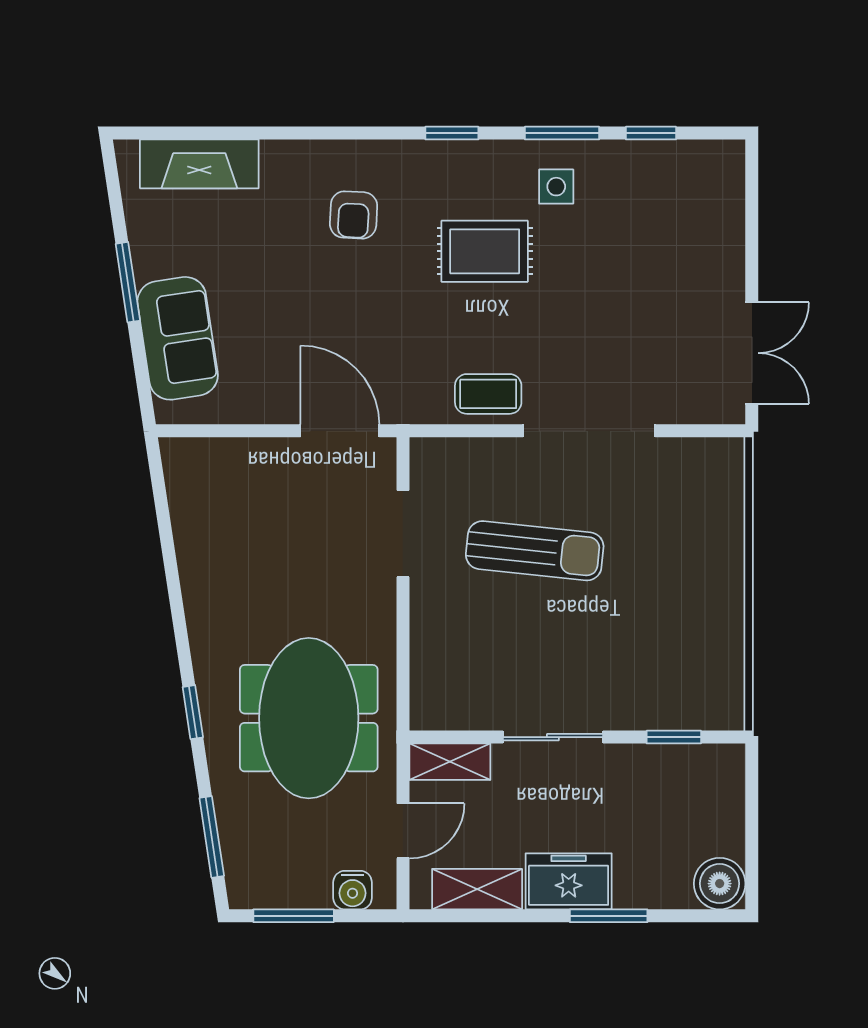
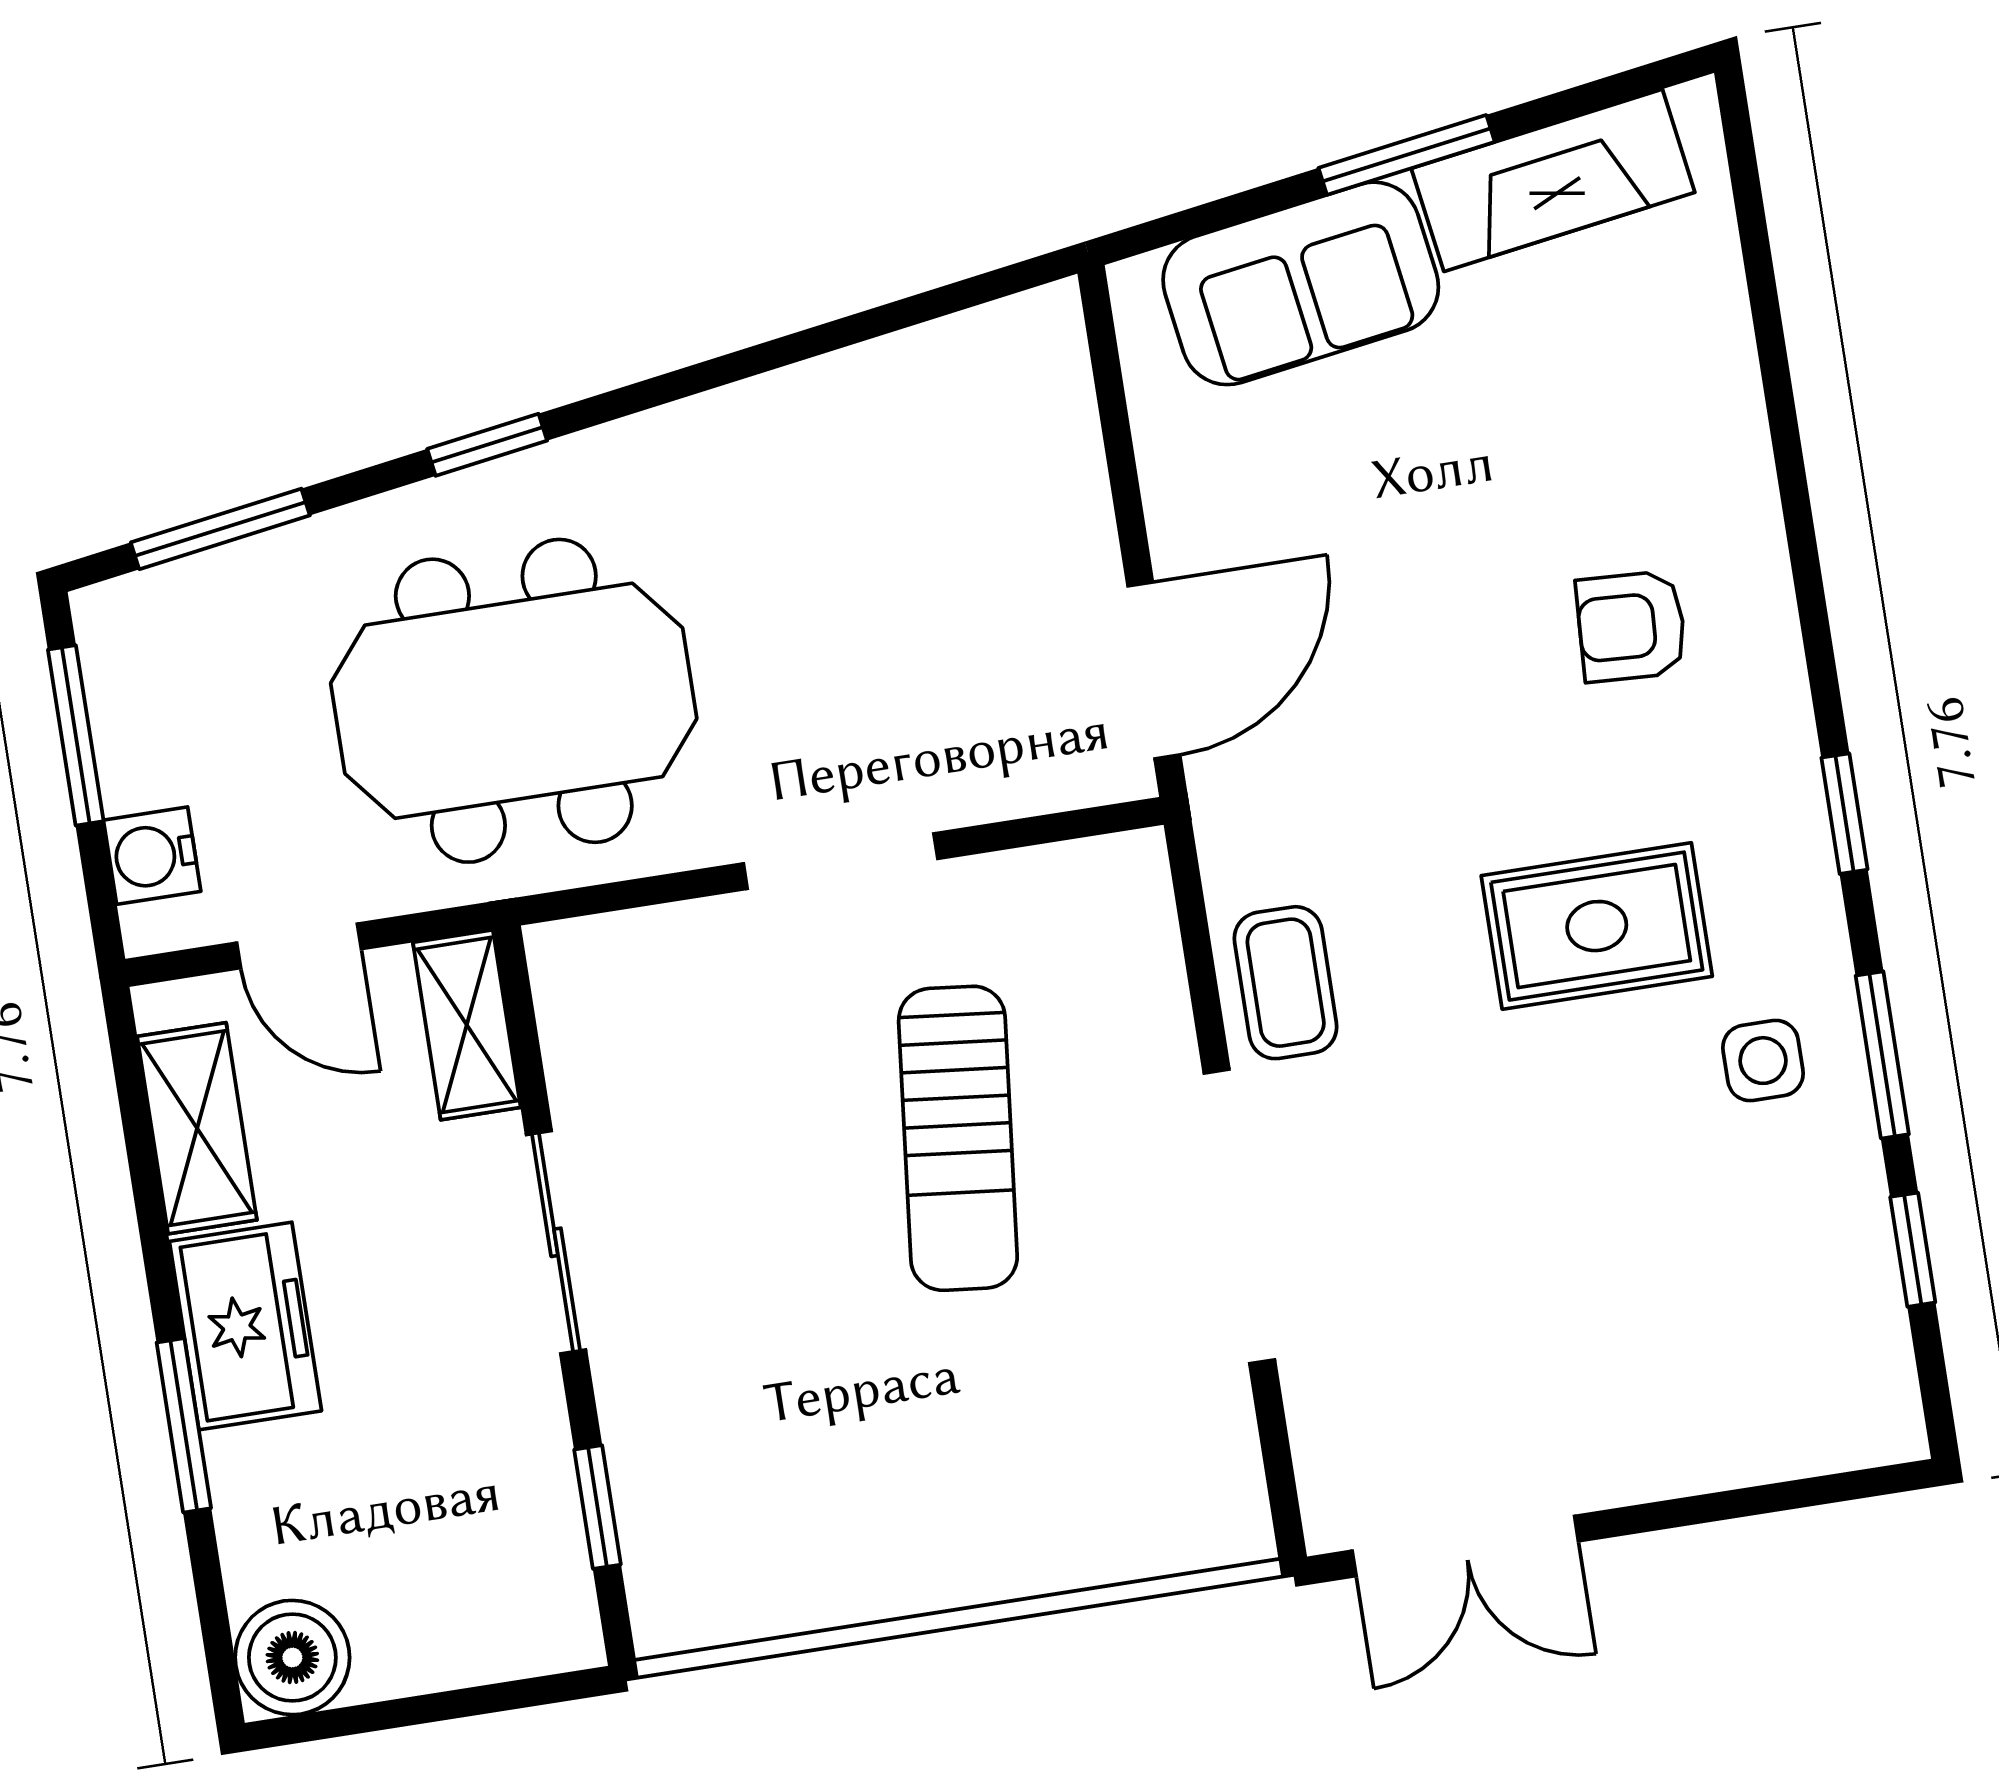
fireplace: (199, 164) -> (1553, 180), moved, turned -99
rug: (485, 251) -> (1597, 926), turned 90
doorway: (403, 534) -> (841, 861), moved

